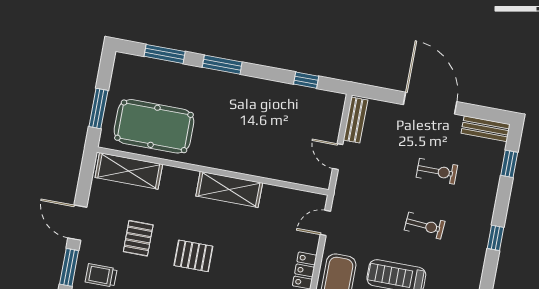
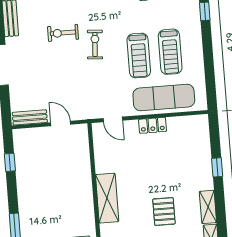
door: (338, 157) -> (61, 123), swing flipped
exercise bike: (437, 171) -> (63, 33), moved, turned -90

